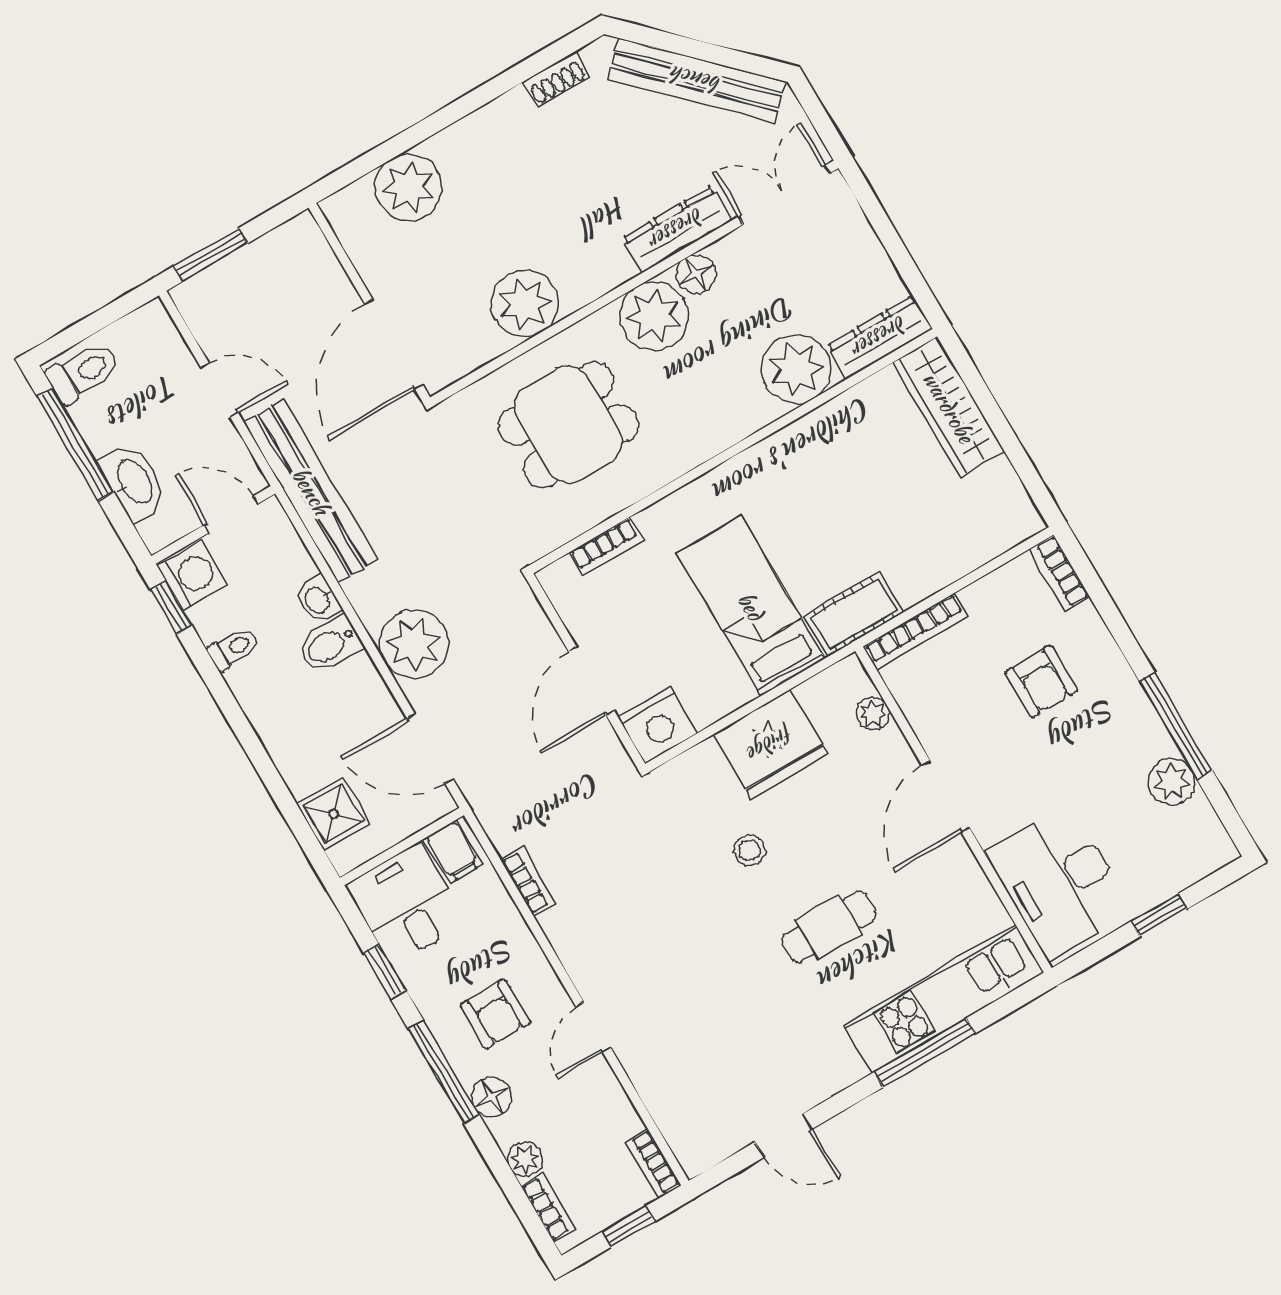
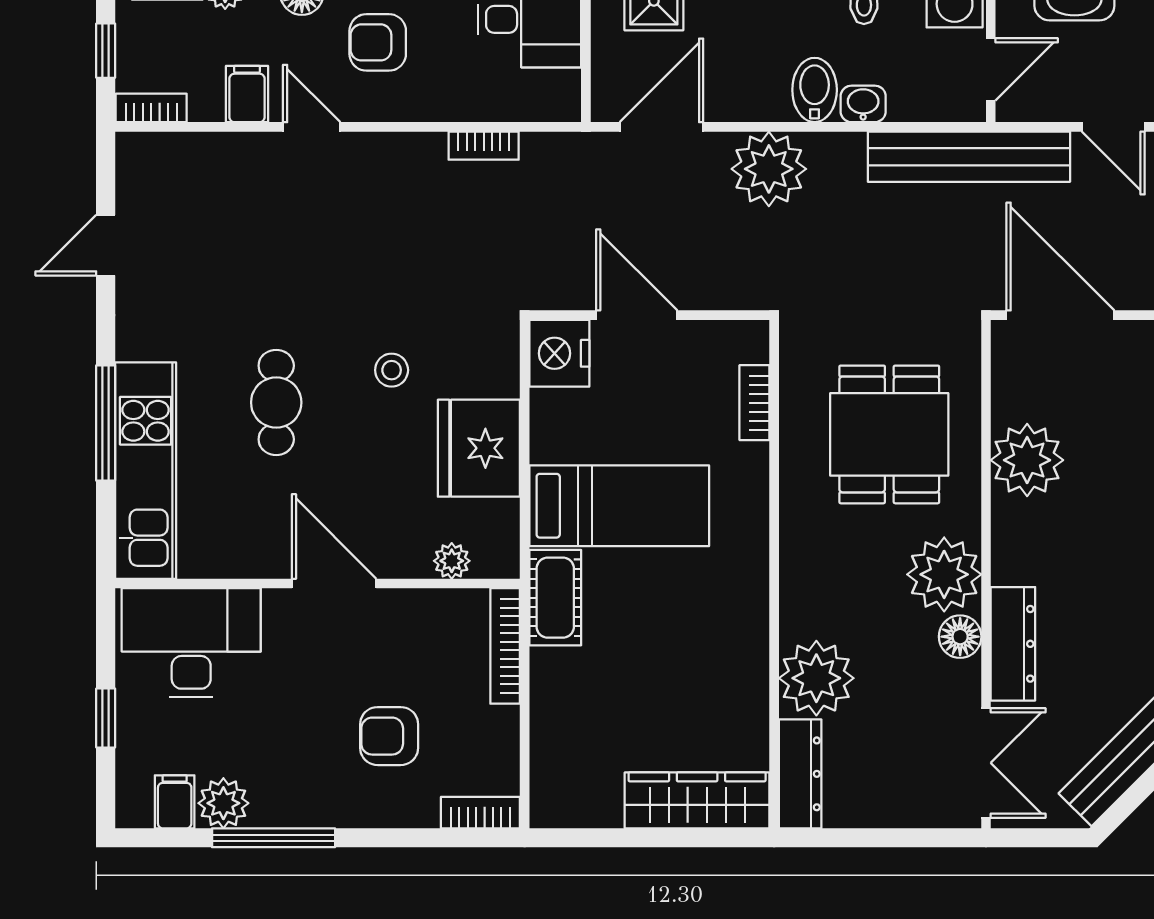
door: (220, 390) -> (1113, 127), hinge flipped
filing cabinet: (1193, 821) -> (175, 802), added
filing cabinet: (453, 851) -> (247, 94), moved, turned 90

